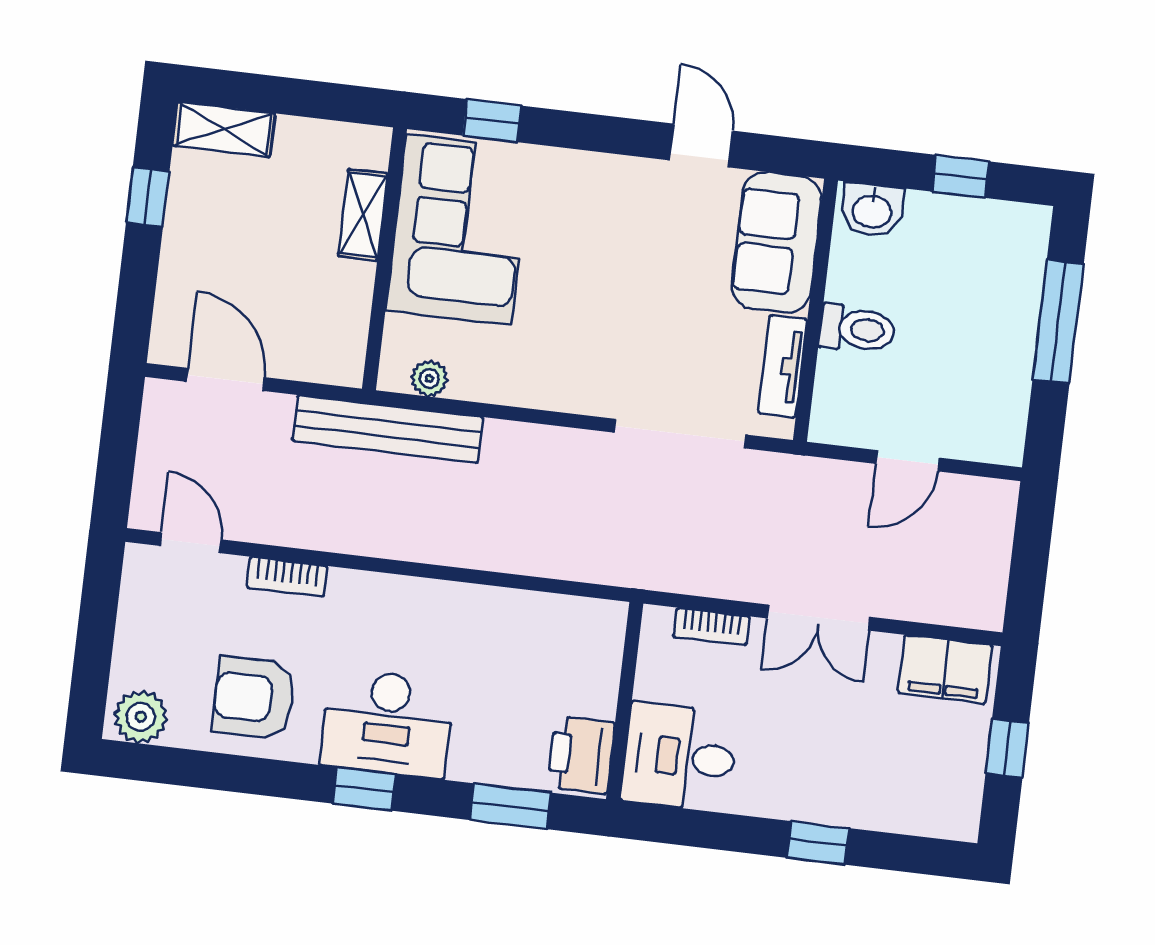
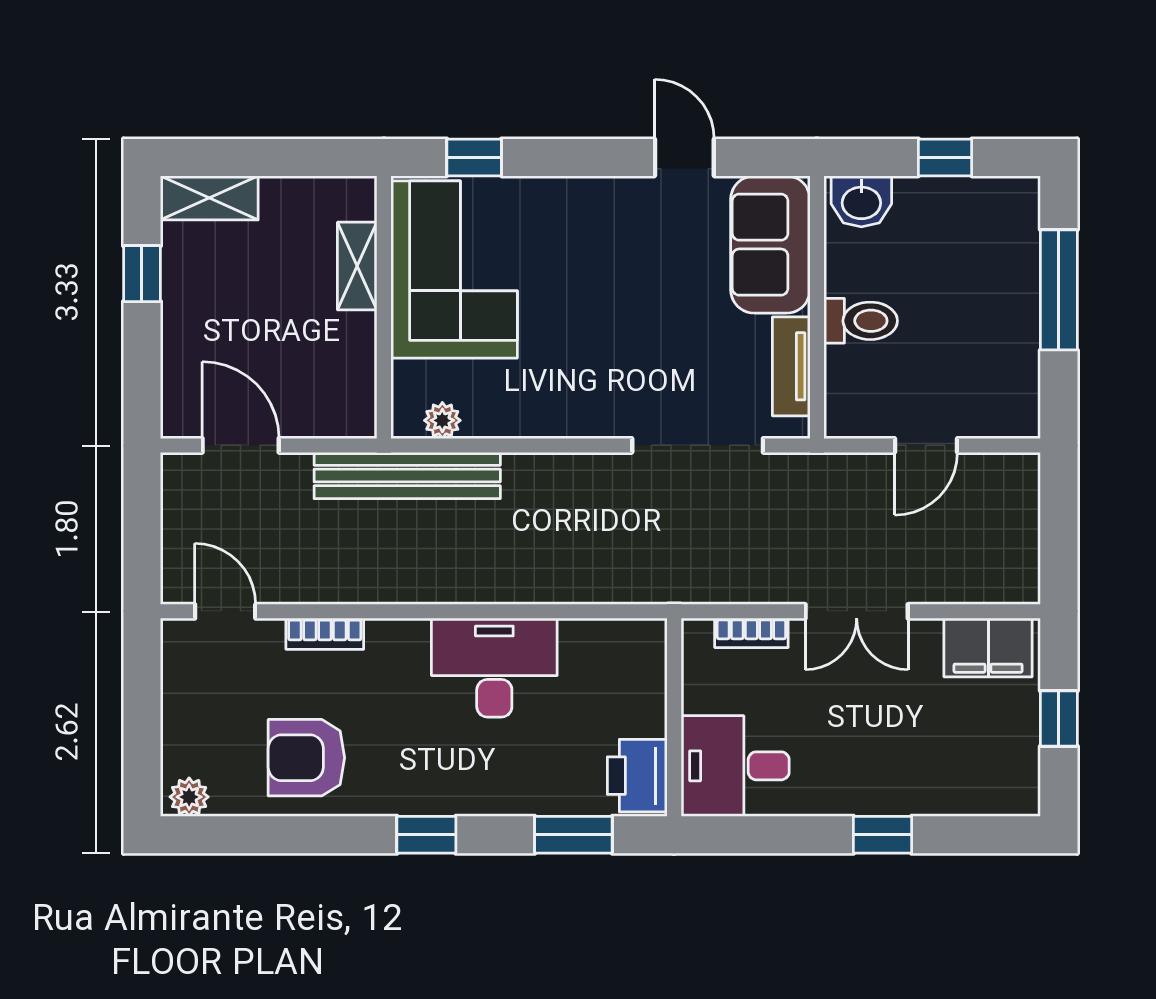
plant: (141, 717) -> (189, 797), width x0.73, depth x0.73
desk: (387, 723) -> (494, 668), moved, turned 180

